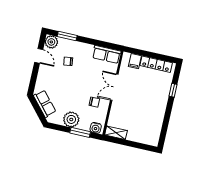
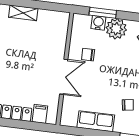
row of seats: (107, 54) -> (96, 121), moved
water cooler: (96, 128) -> (98, 23), moved
shelving: (116, 133) -> (23, 13), moved

